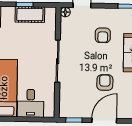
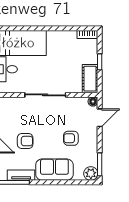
cot: (30, 15) -> (90, 79), moved

